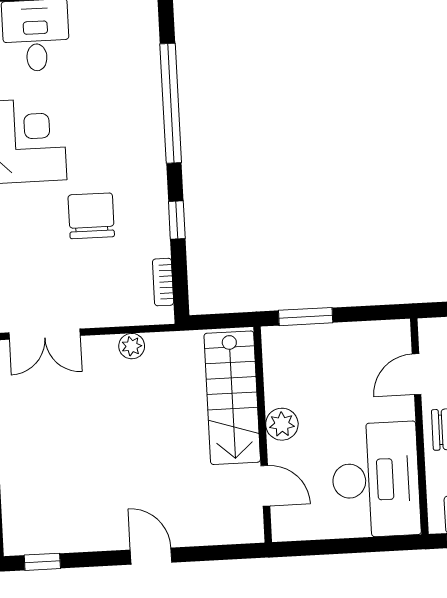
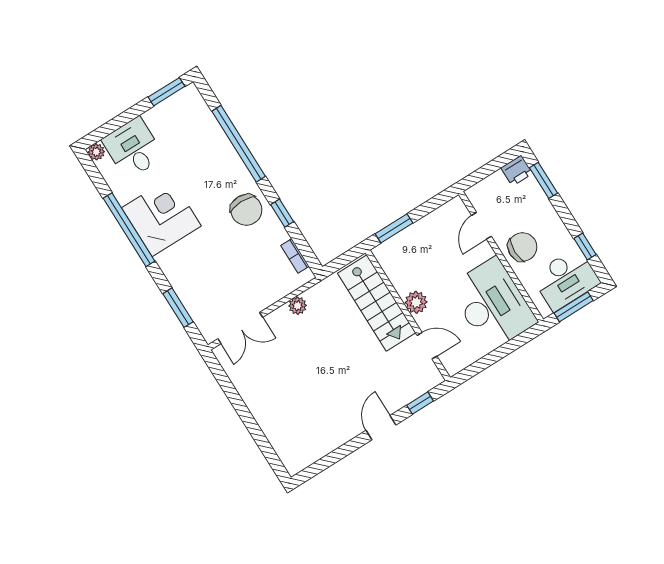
chair: (91, 216) -> (246, 210), moved, turned 180
door: (151, 556) -> (381, 428), hinge flipped
window: (42, 562) -> (420, 403), moved

